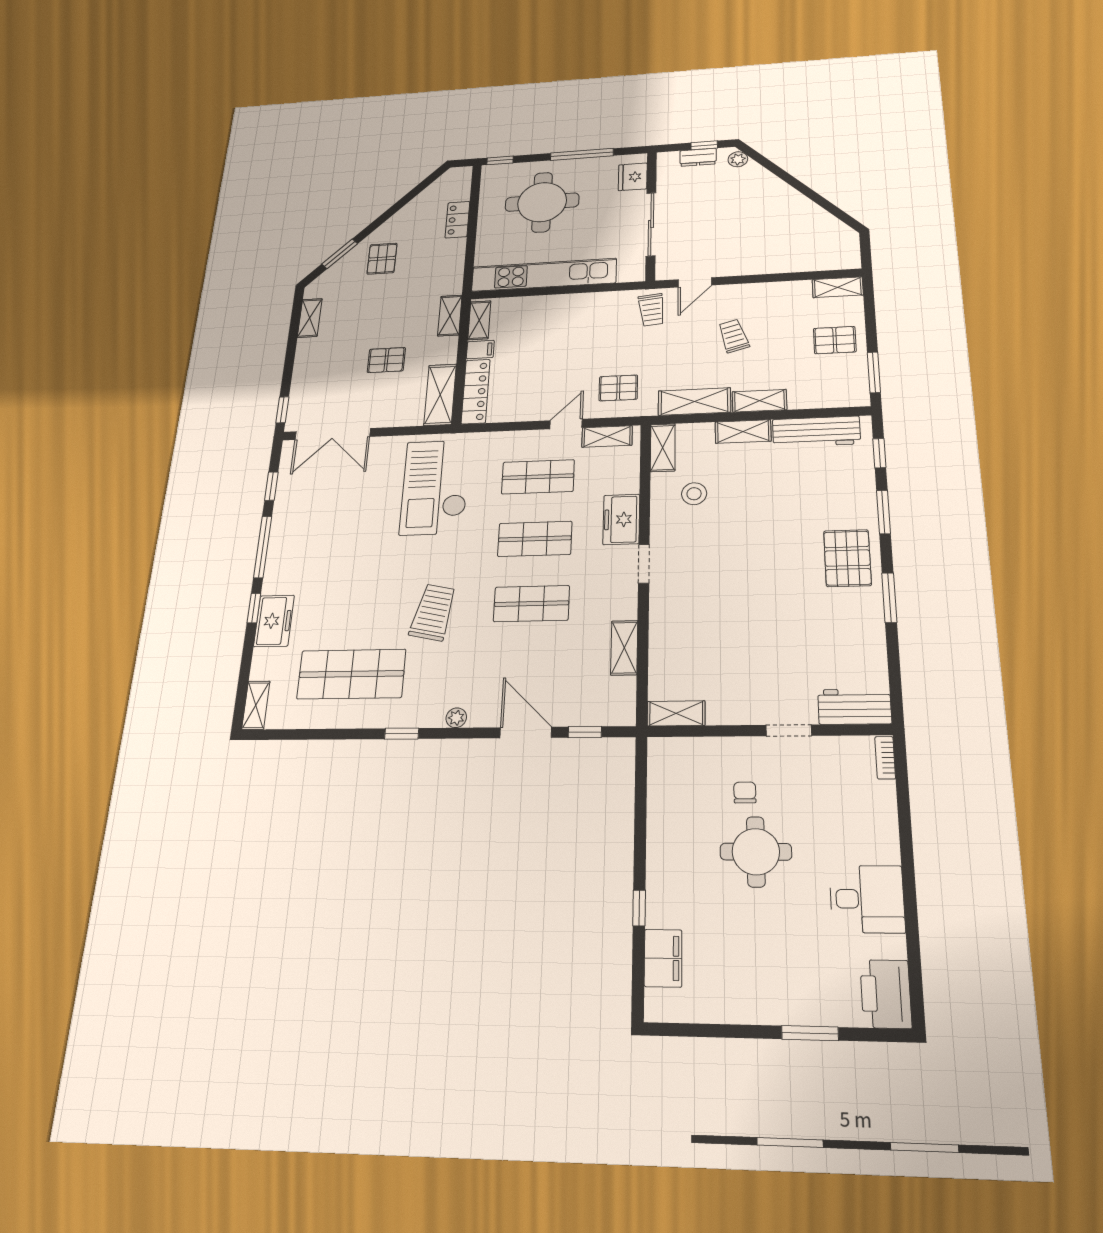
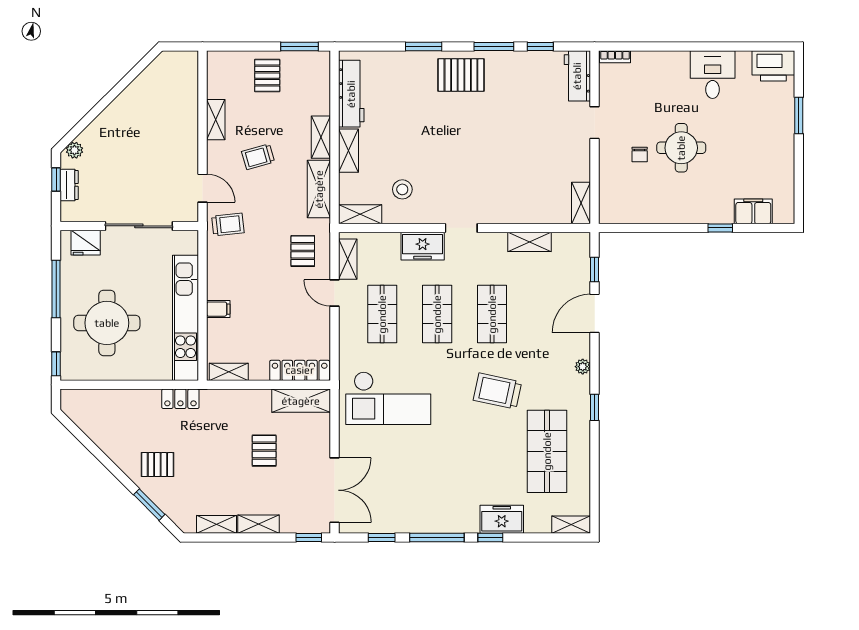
locker: (457, 220) -> (180, 399), moved
shelving: (838, 287) -> (216, 120), moved
shelving: (450, 316) -> (258, 524), moved
filing cabinet: (480, 350) -> (218, 309), moved, turned 90
window: (879, 453) -> (540, 46), moved
chair: (745, 792) -> (640, 155), turned -89

